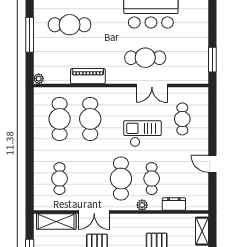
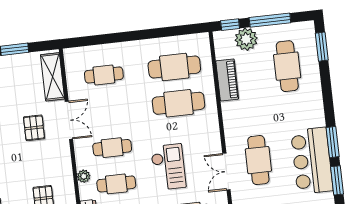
window: (30, 68) -> (230, 25), added
piano: (88, 76) -> (227, 80), moved
plant: (39, 79) -> (246, 39), moved, width x1.88, depth x1.88
cafe table: (121, 179) -> (112, 148), width x0.73, depth x0.74
double door: (94, 212) -> (69, 120), swing flipped

